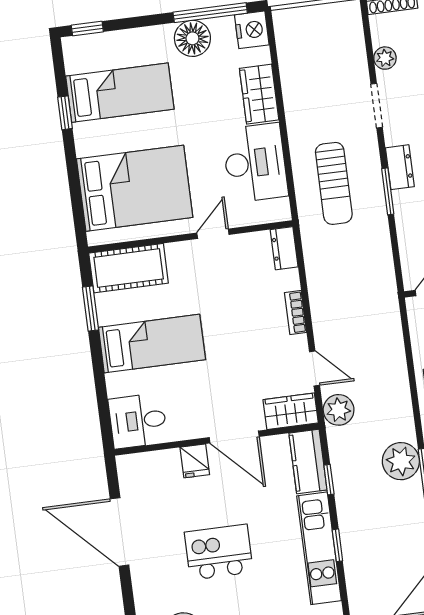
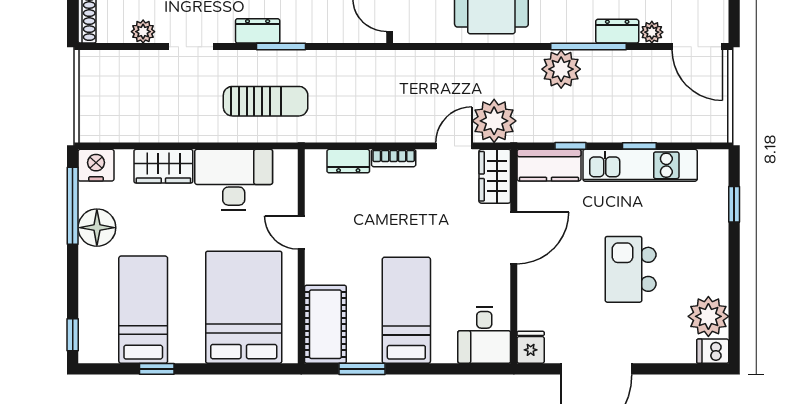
dresser: (284, 248) -> (348, 161), moved
plant: (339, 410) -> (494, 121), width x1.36, depth x1.36
fridge: (195, 461) -> (531, 347), moved, turned -90

